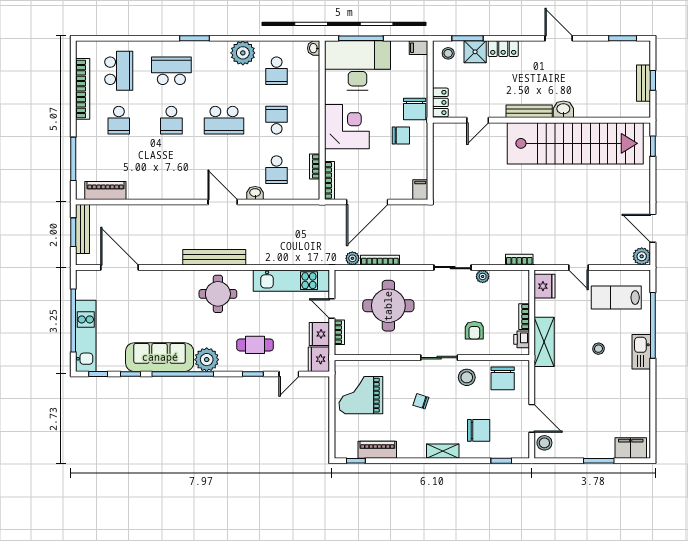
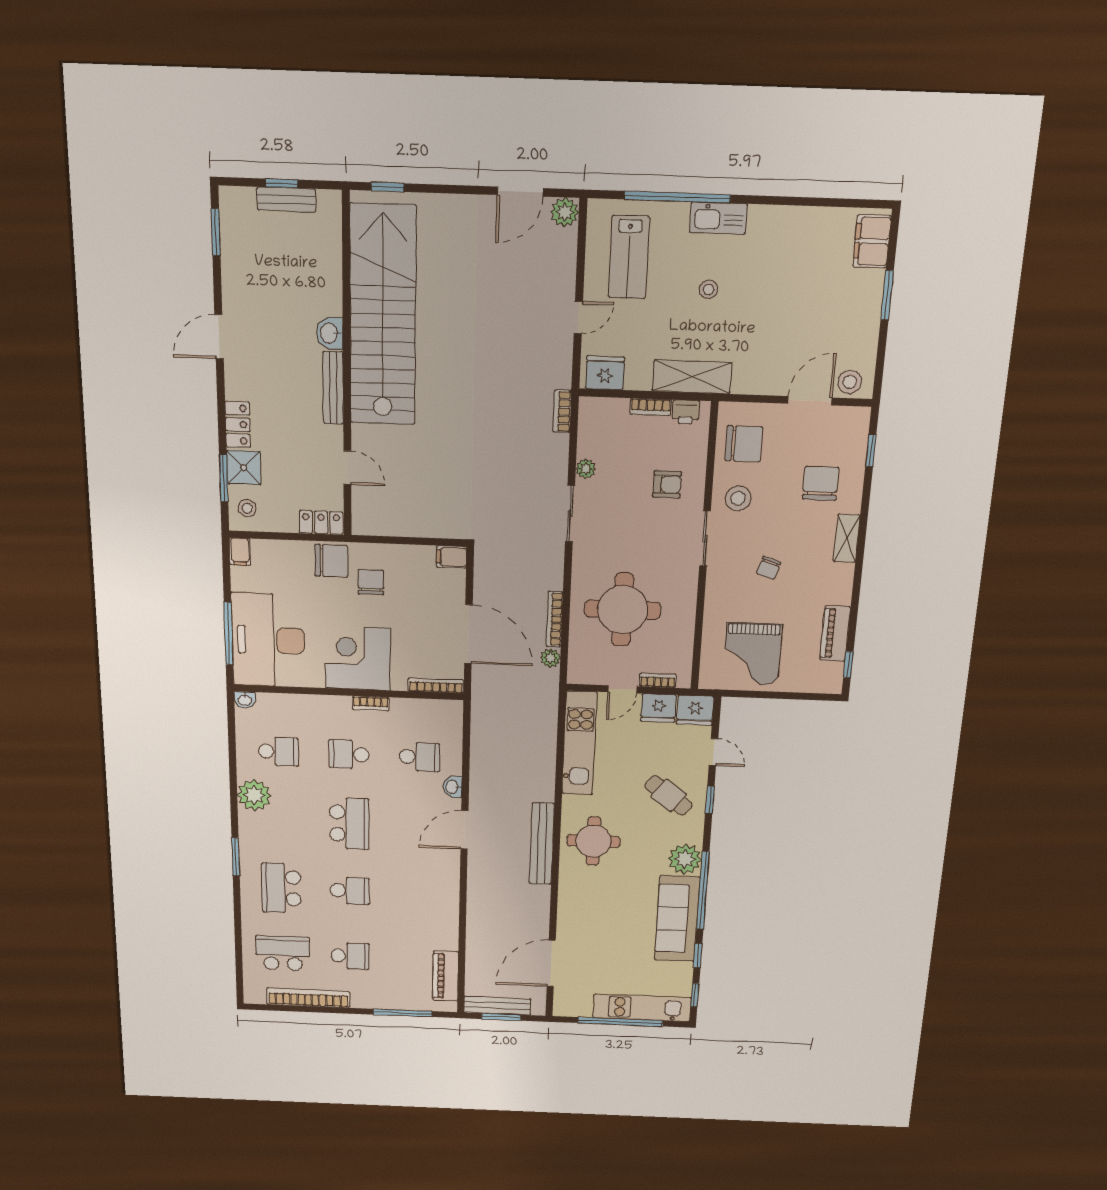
bookcase: (315, 166) -> (371, 704), moved
cafe table: (255, 345) -> (669, 795), turned -53

